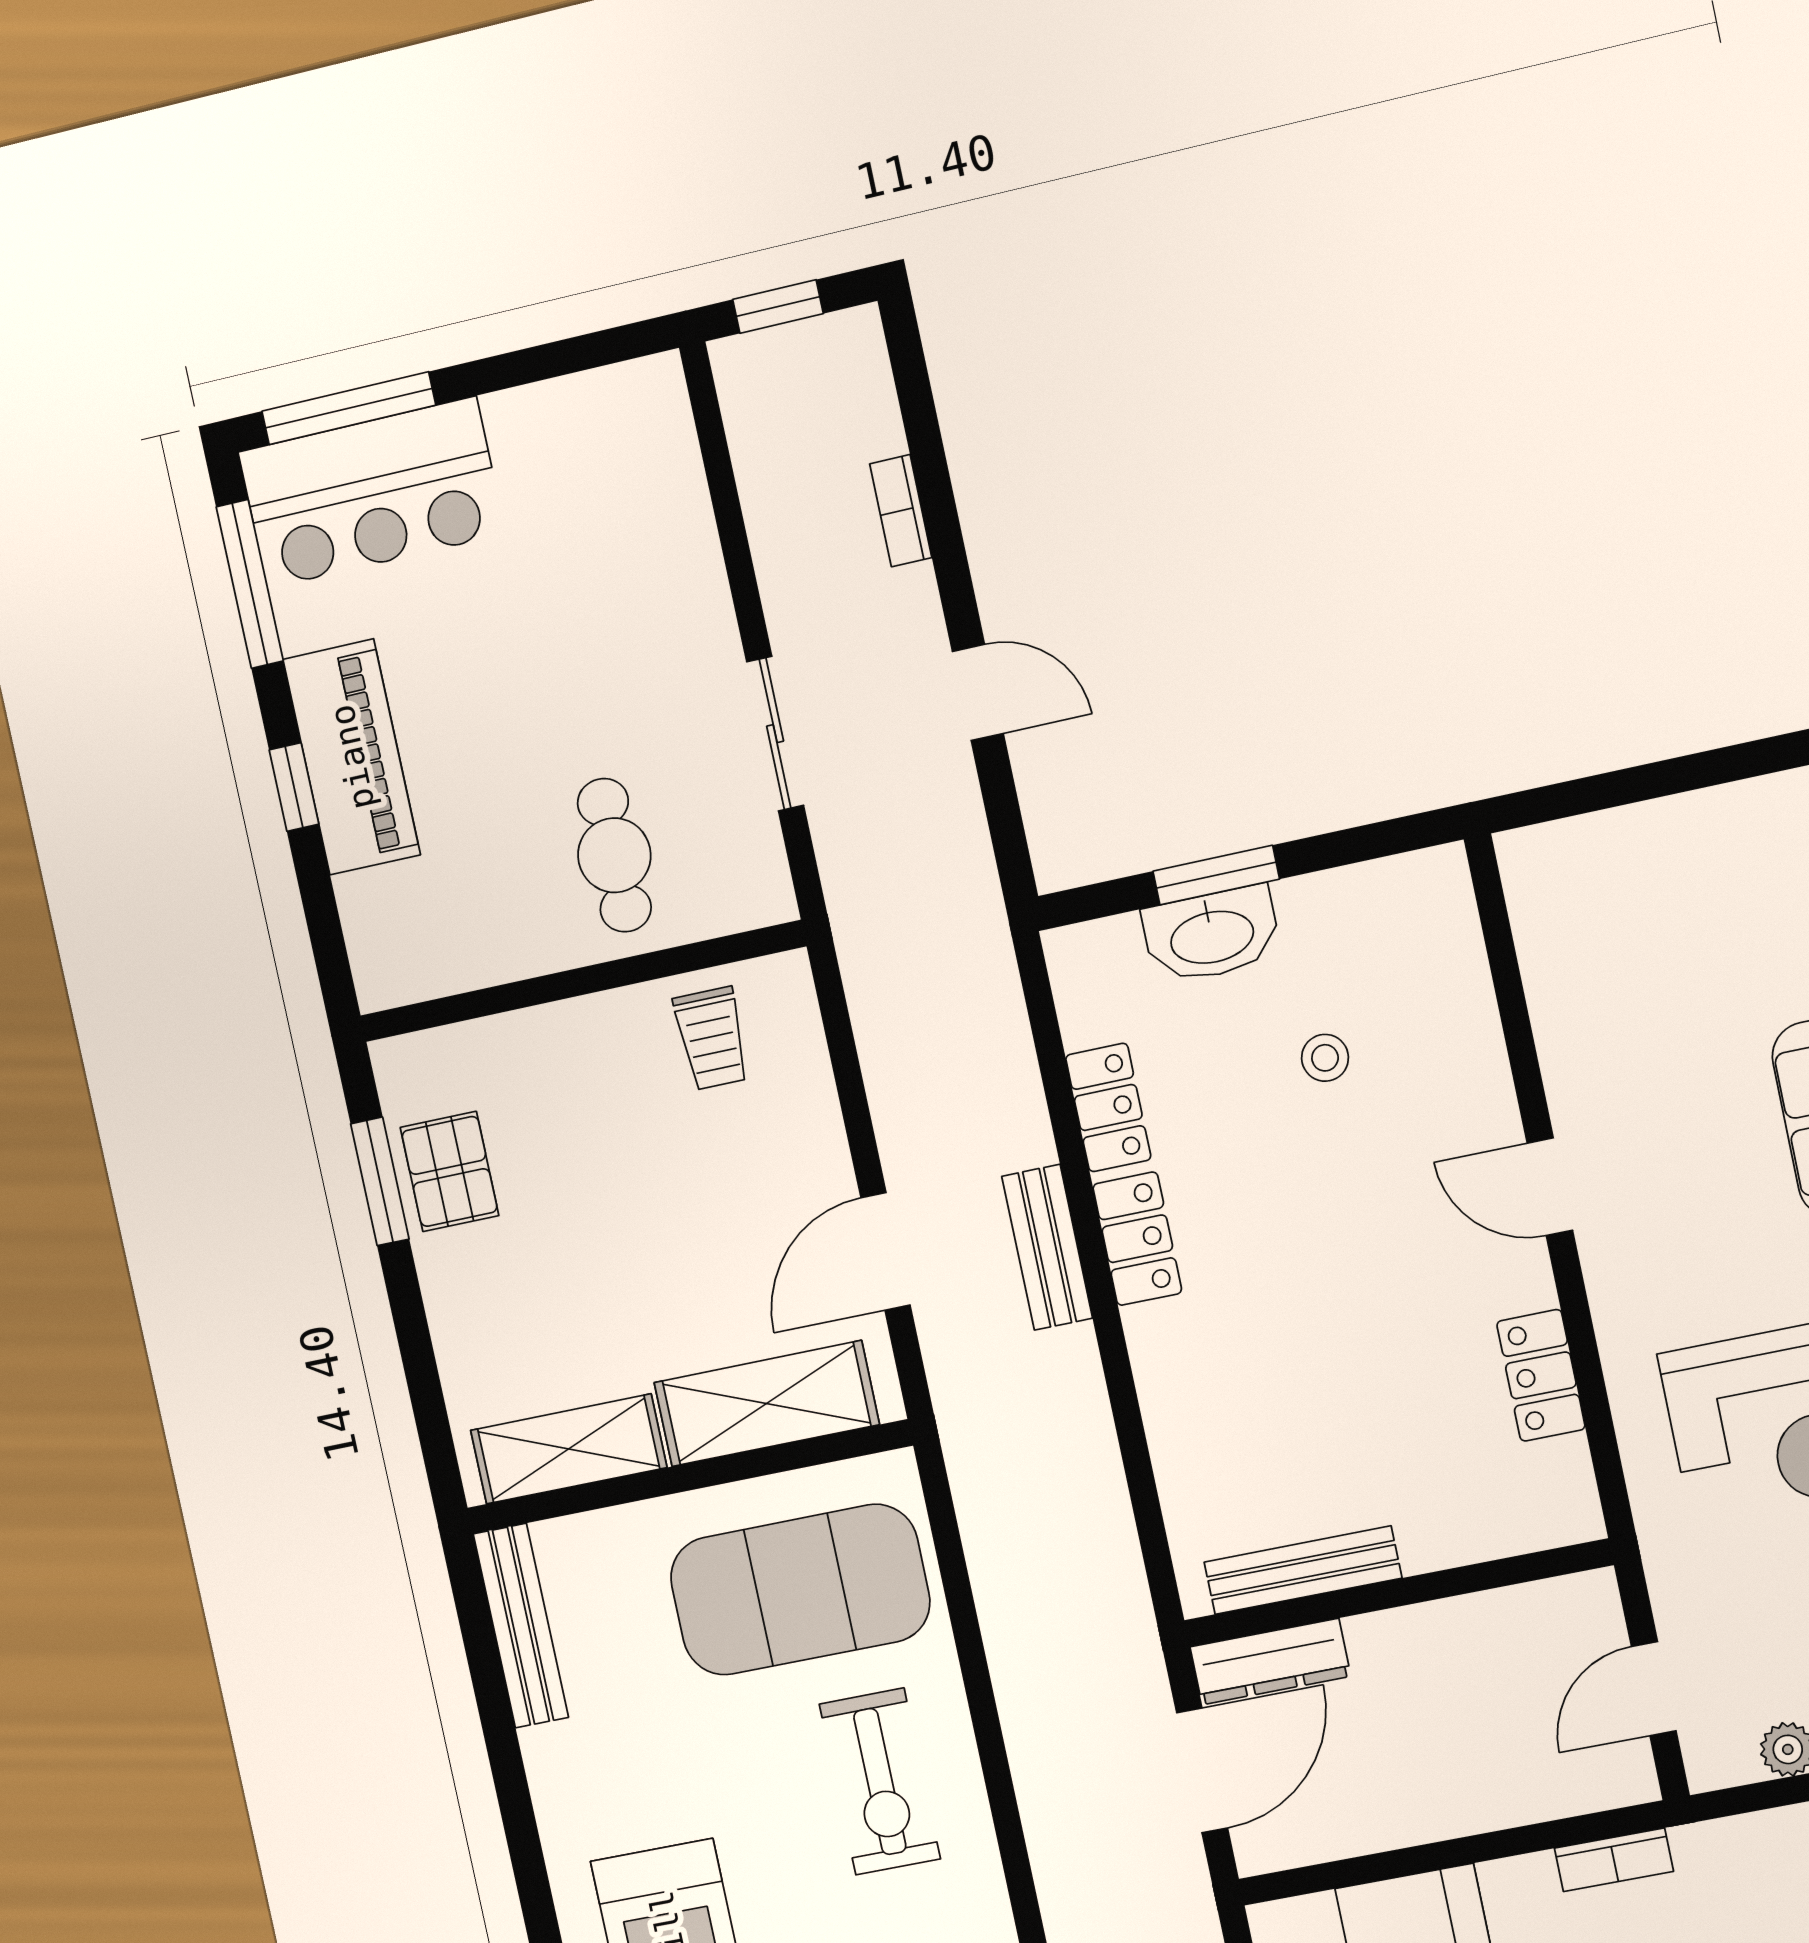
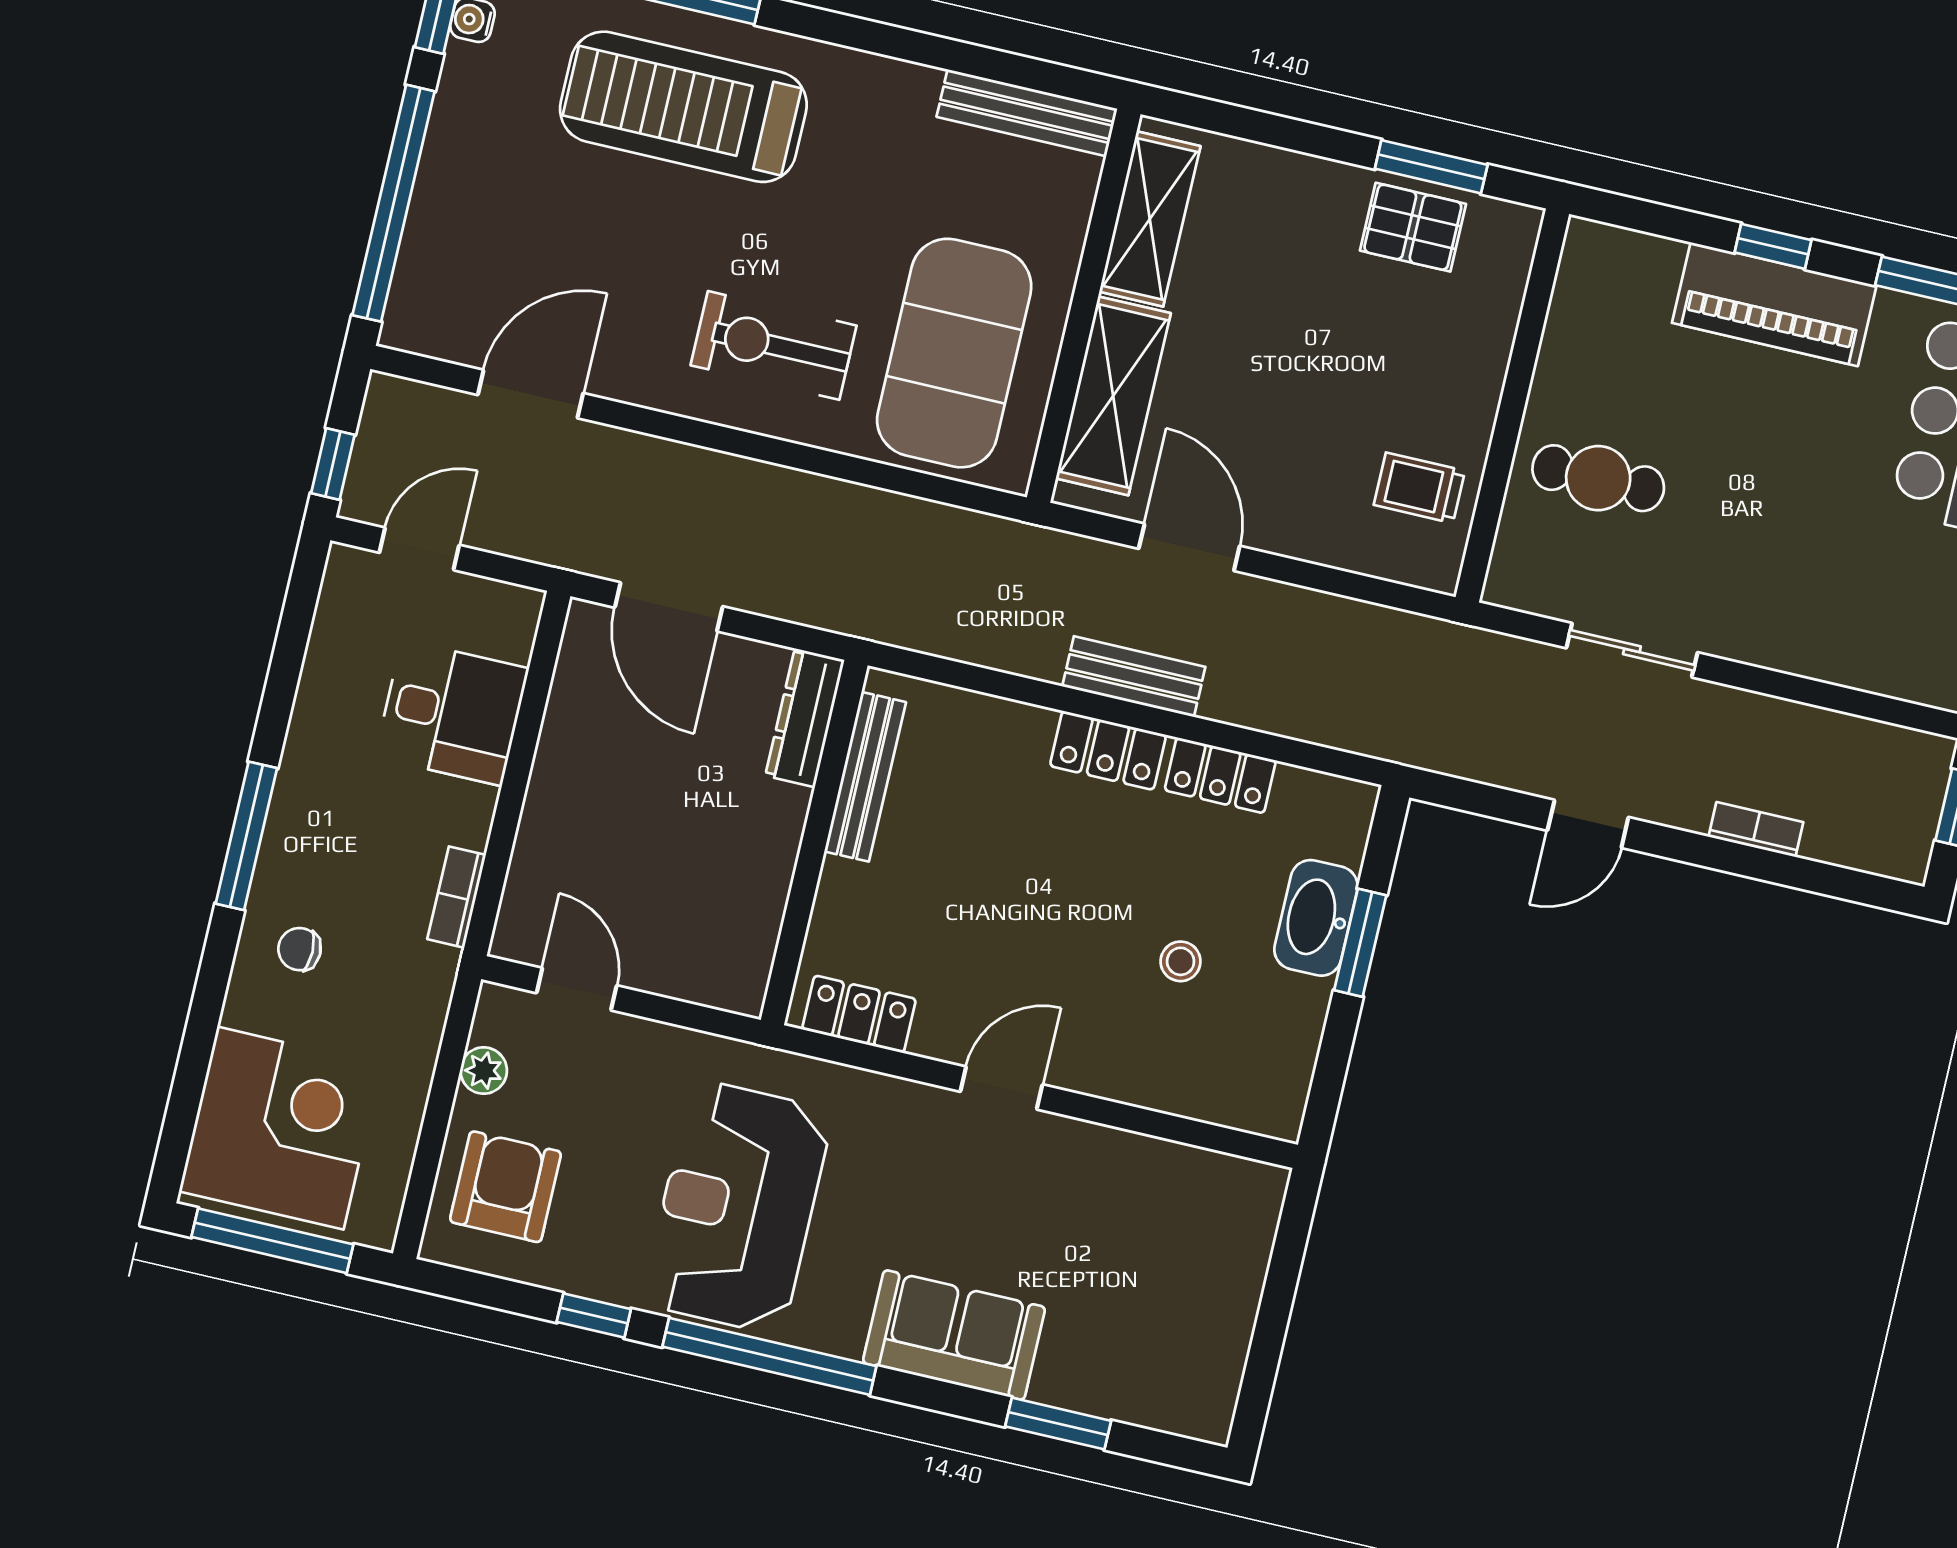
bench: (1303, 1570) -> (865, 777), moved
wall: (1398, 1593) -> (814, 843), moved
dresser: (1270, 1662) -> (805, 718), moved

